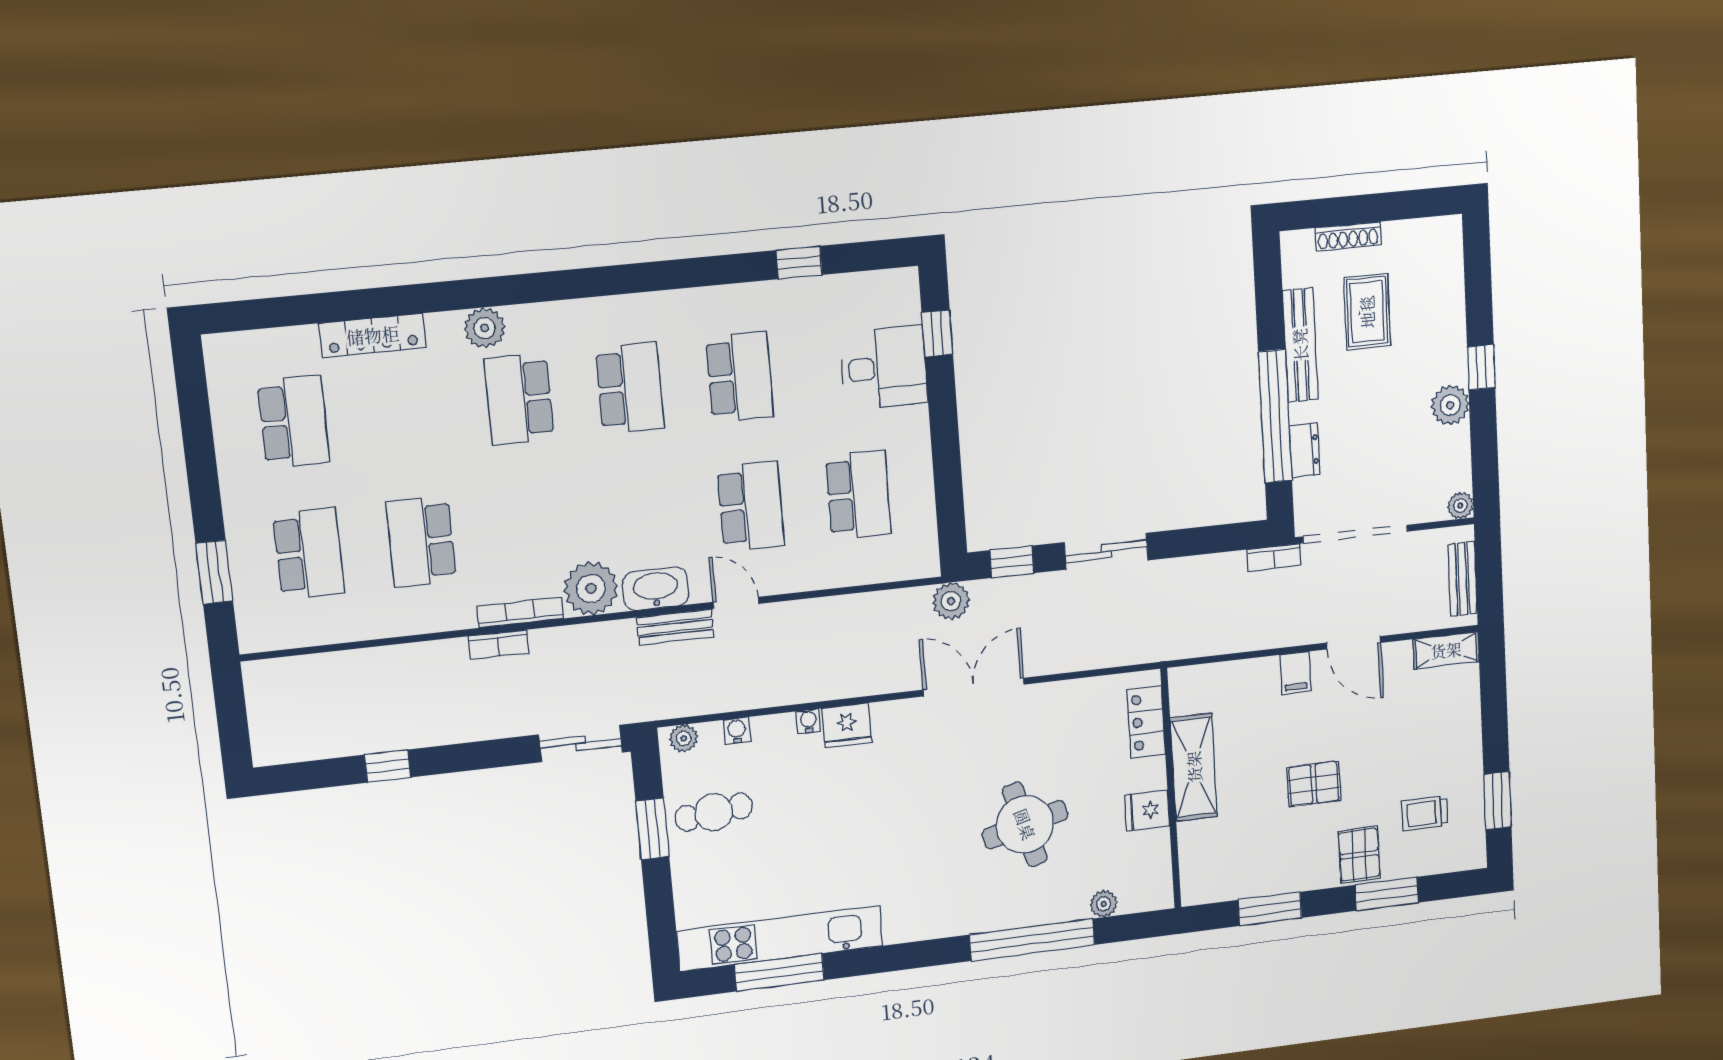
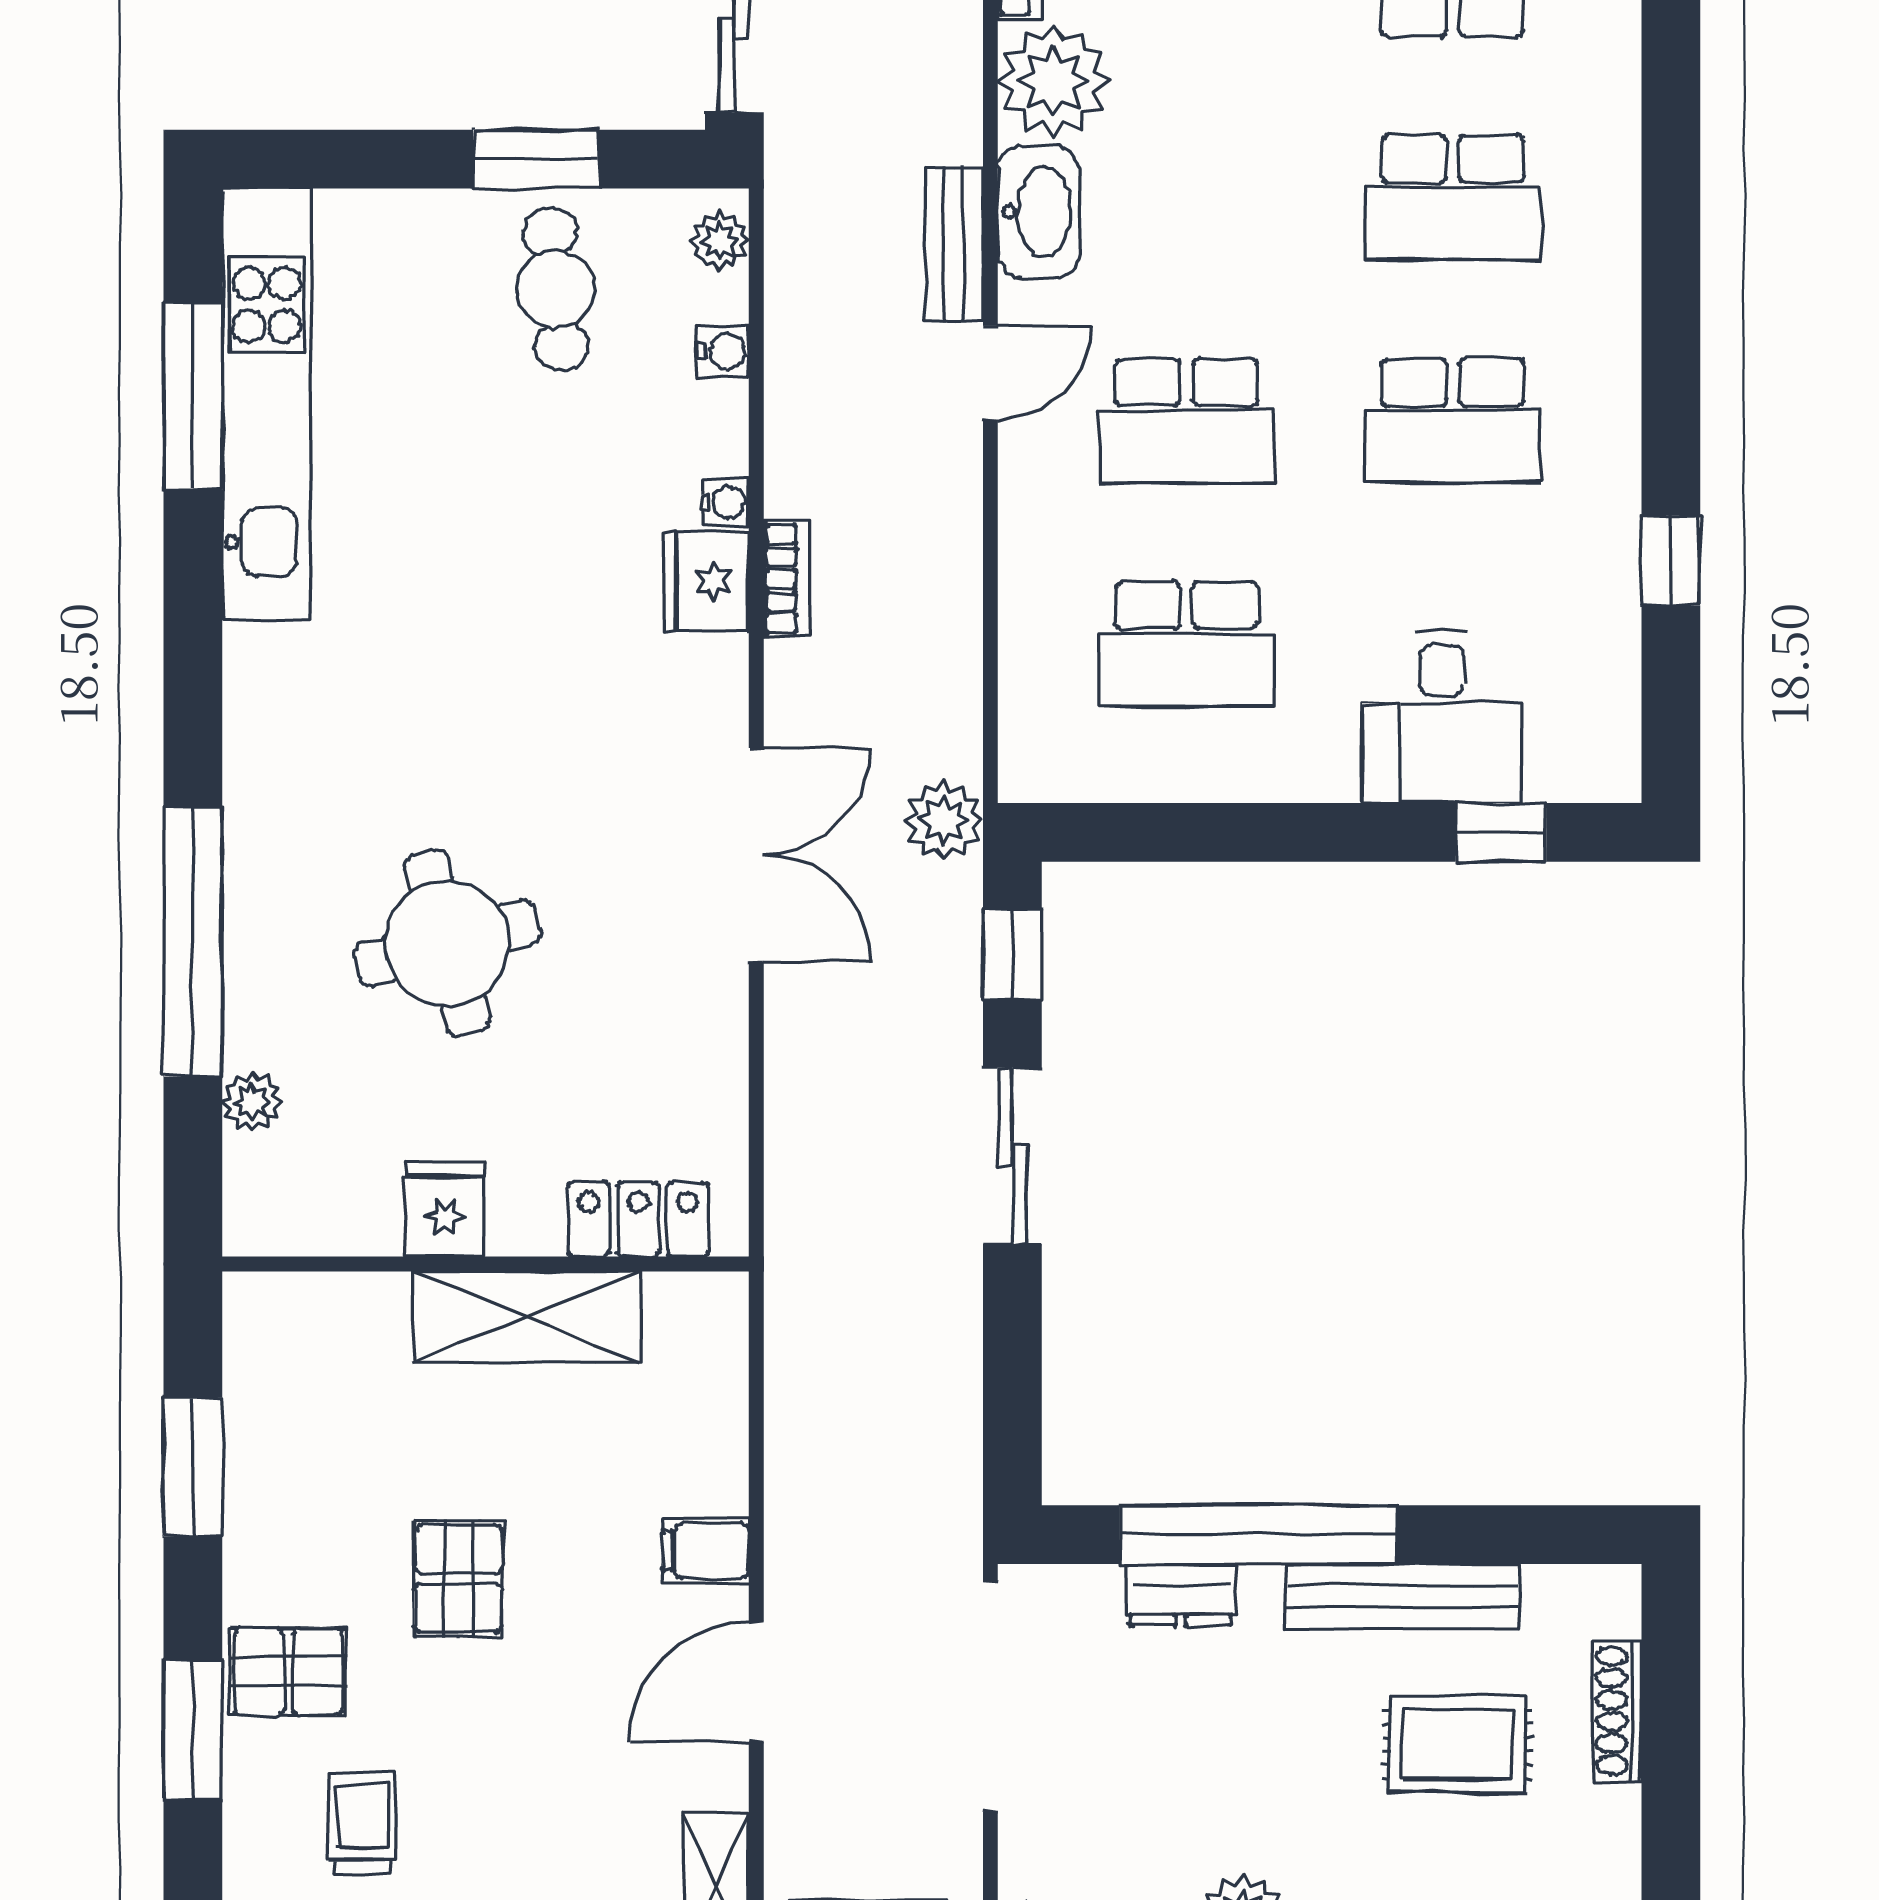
bookcase: (1274, 557) -> (787, 579), moved, turned 180

